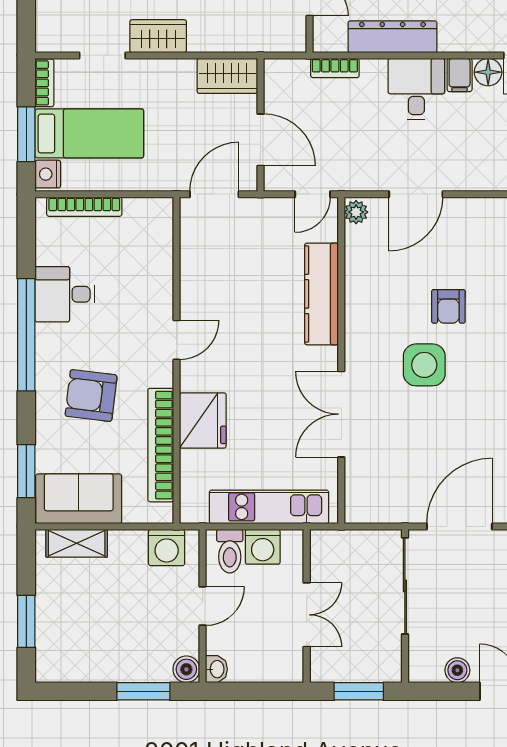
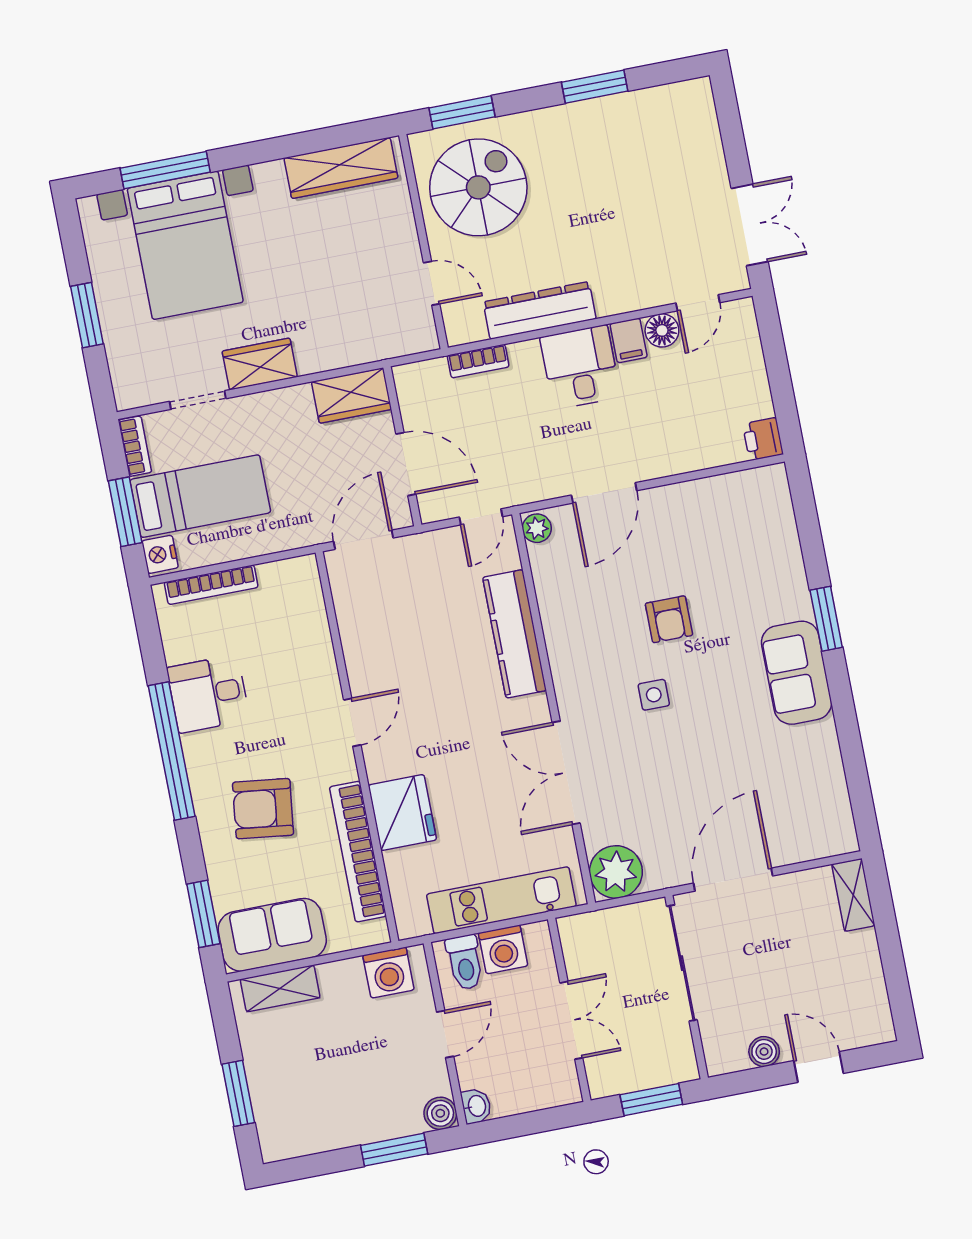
side table: (424, 365) -> (654, 695), width x0.54, depth x0.54
plant: (366, 502) -> (616, 872), added

